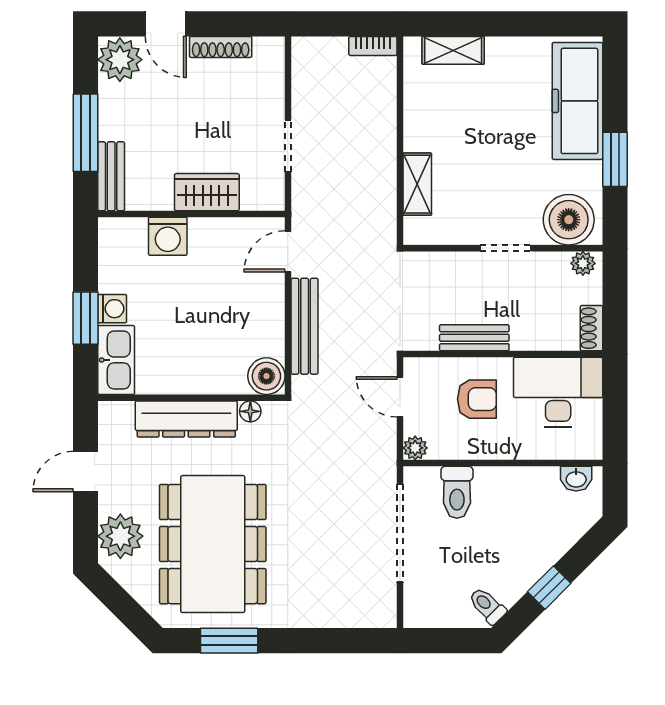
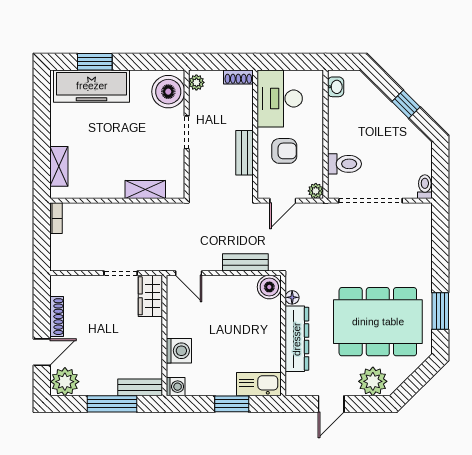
window: (615, 159) -> (95, 62), moved
wardrobe: (207, 192) -> (150, 296), moved
washing machine: (112, 309) -> (176, 387), moved, turned 90
bench: (305, 326) -> (245, 262), width x0.73
armchair: (477, 399) -> (284, 151), turned 90
door: (86, 472) -> (331, 404), hinge flipped
toilet: (487, 606) -> (425, 187), moved, turned 135

